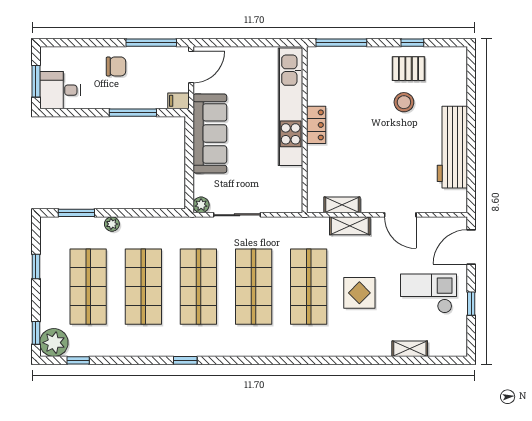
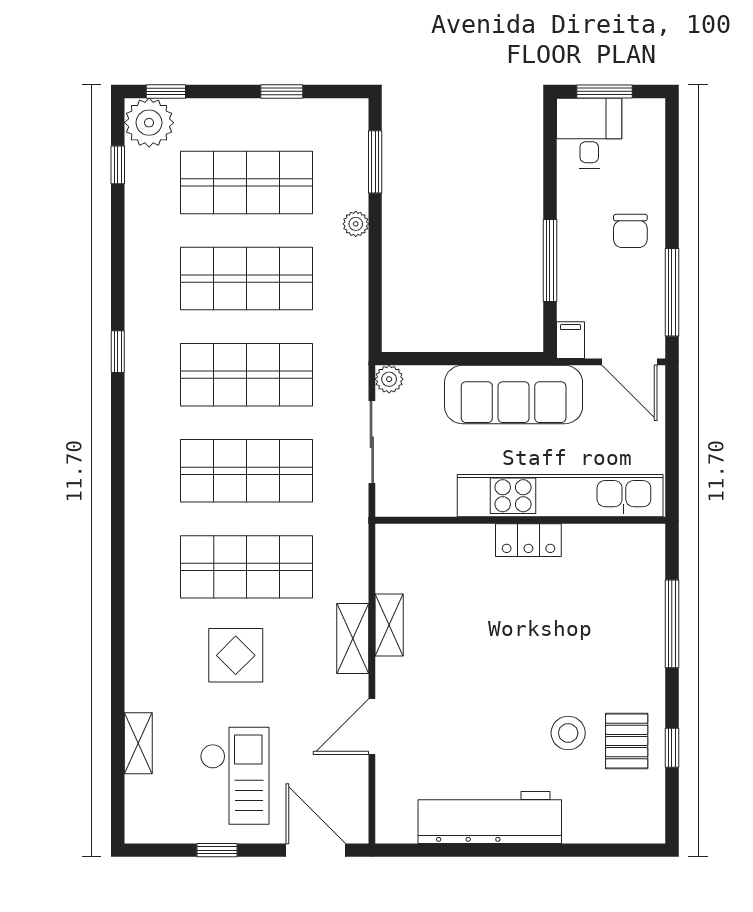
kitchen unit: (291, 107) -> (560, 496), moved
locker: (316, 125) -> (528, 540), moved
wall: (305, 130) -> (520, 520), moved

